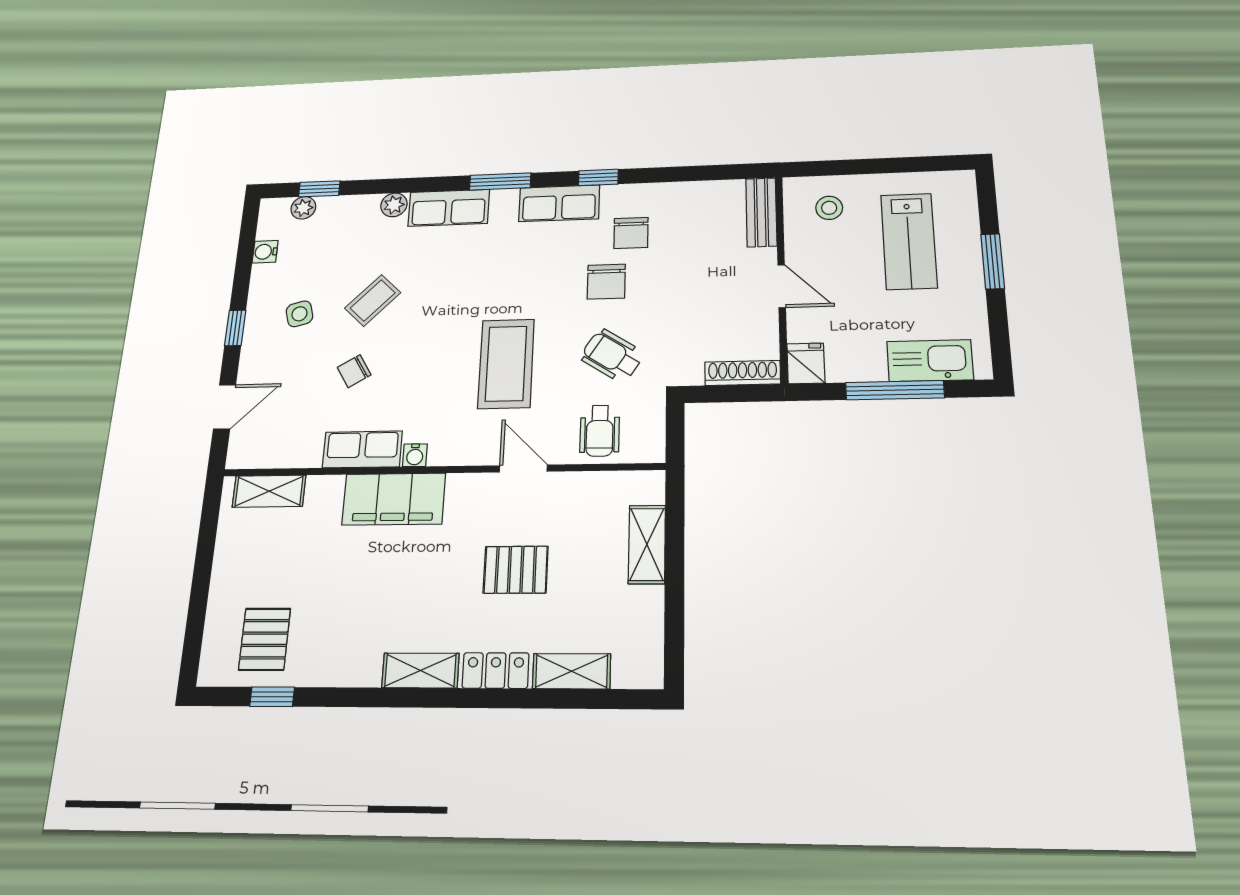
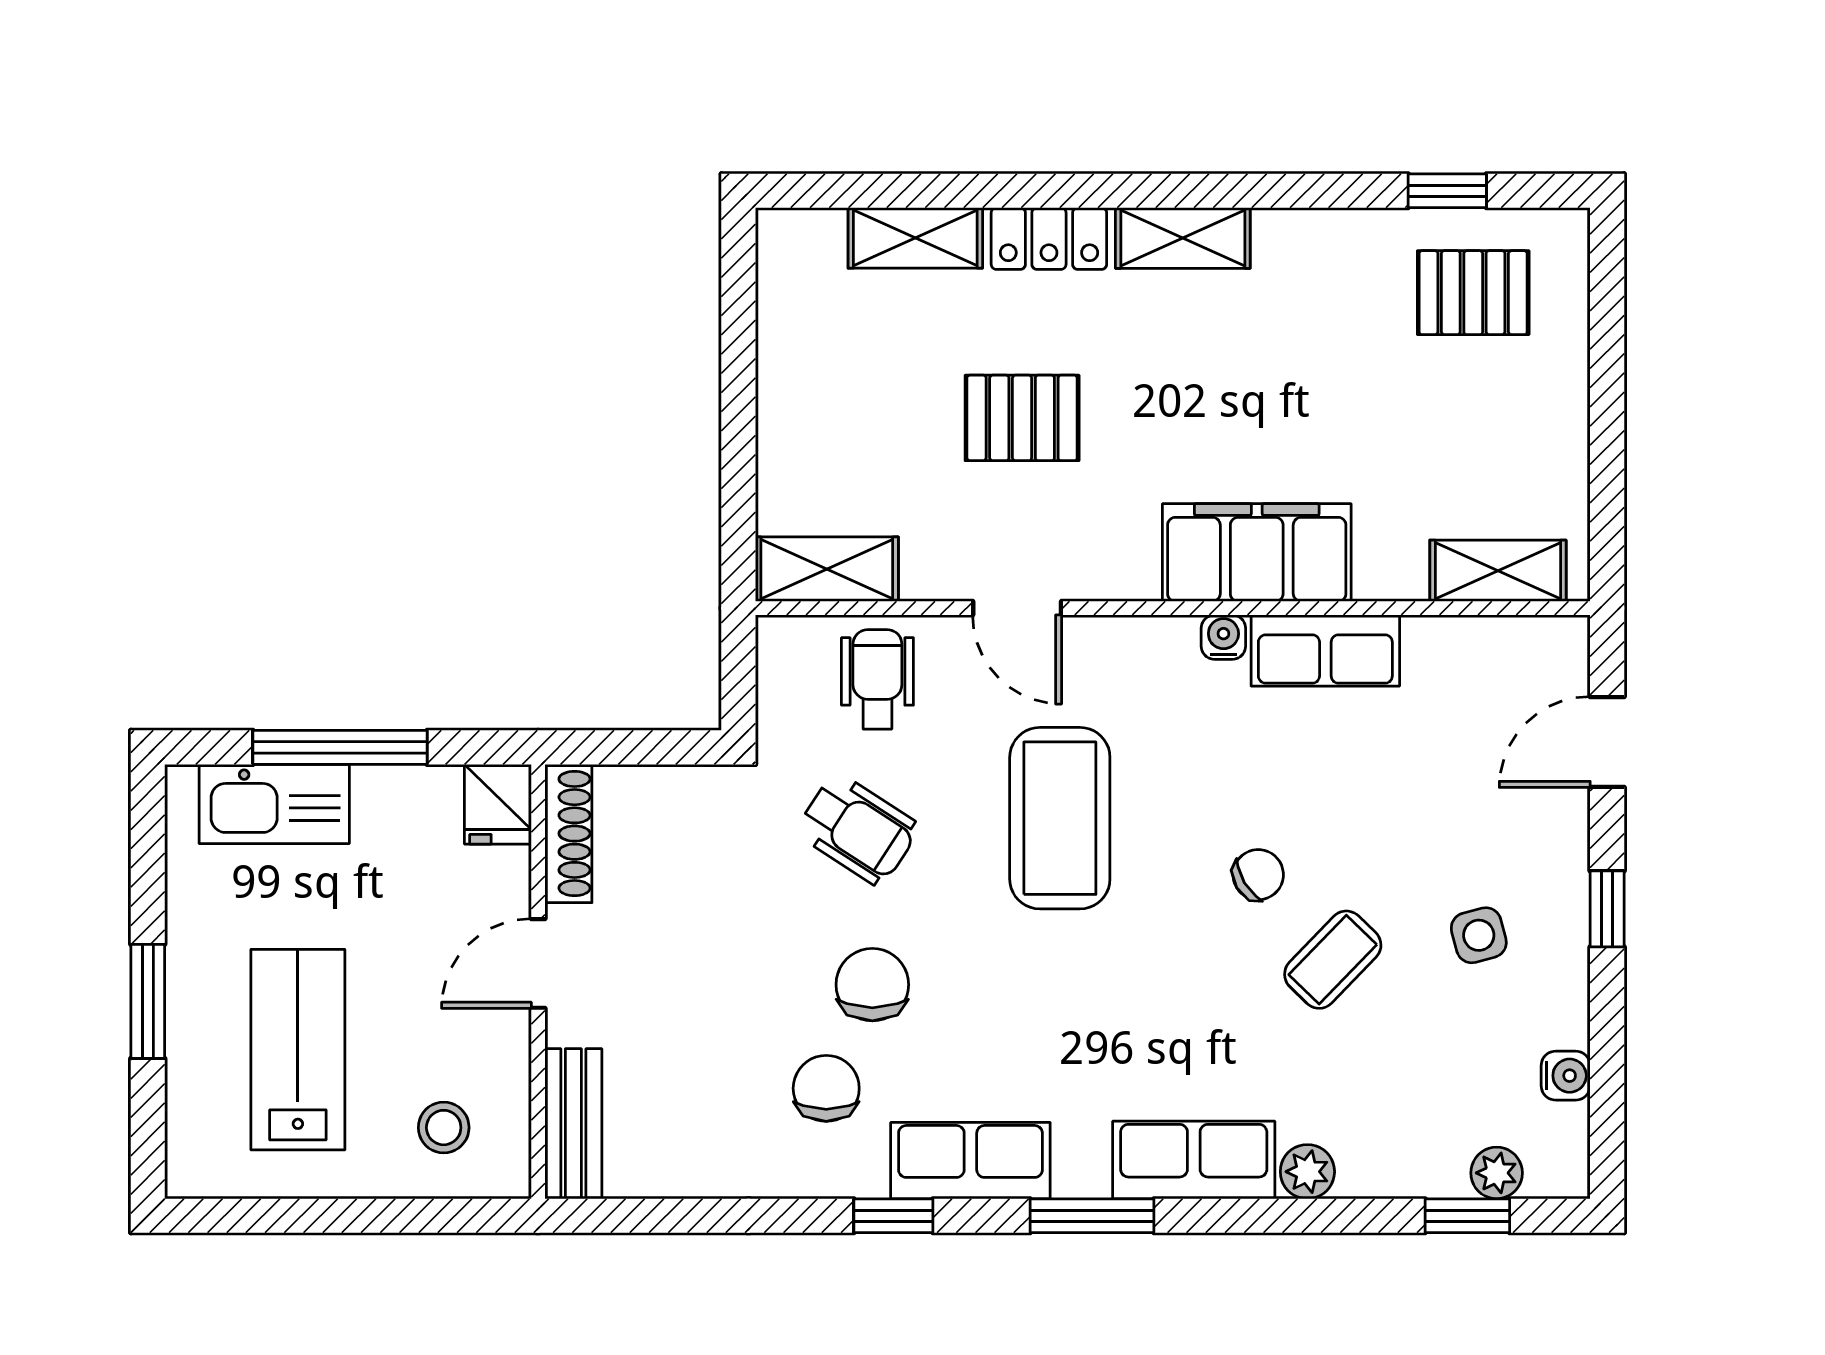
door: (782, 286) -> (538, 963), hinge flipped
chair: (354, 371) -> (1258, 875), moved
shoe rack: (743, 373) -> (568, 834), moved, turned -90
shelving: (647, 544) -> (827, 569), moved, turned 90
pallet: (265, 639) -> (1473, 293), turned 90

